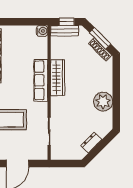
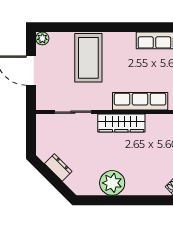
wardrobe: (57, 78) -> (121, 123), moved

